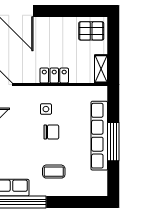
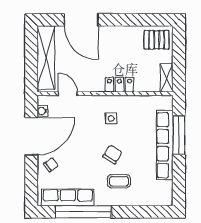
chair: (51, 132) -> (112, 154), moved, turned -59
window: (113, 142) -> (179, 135), moved

